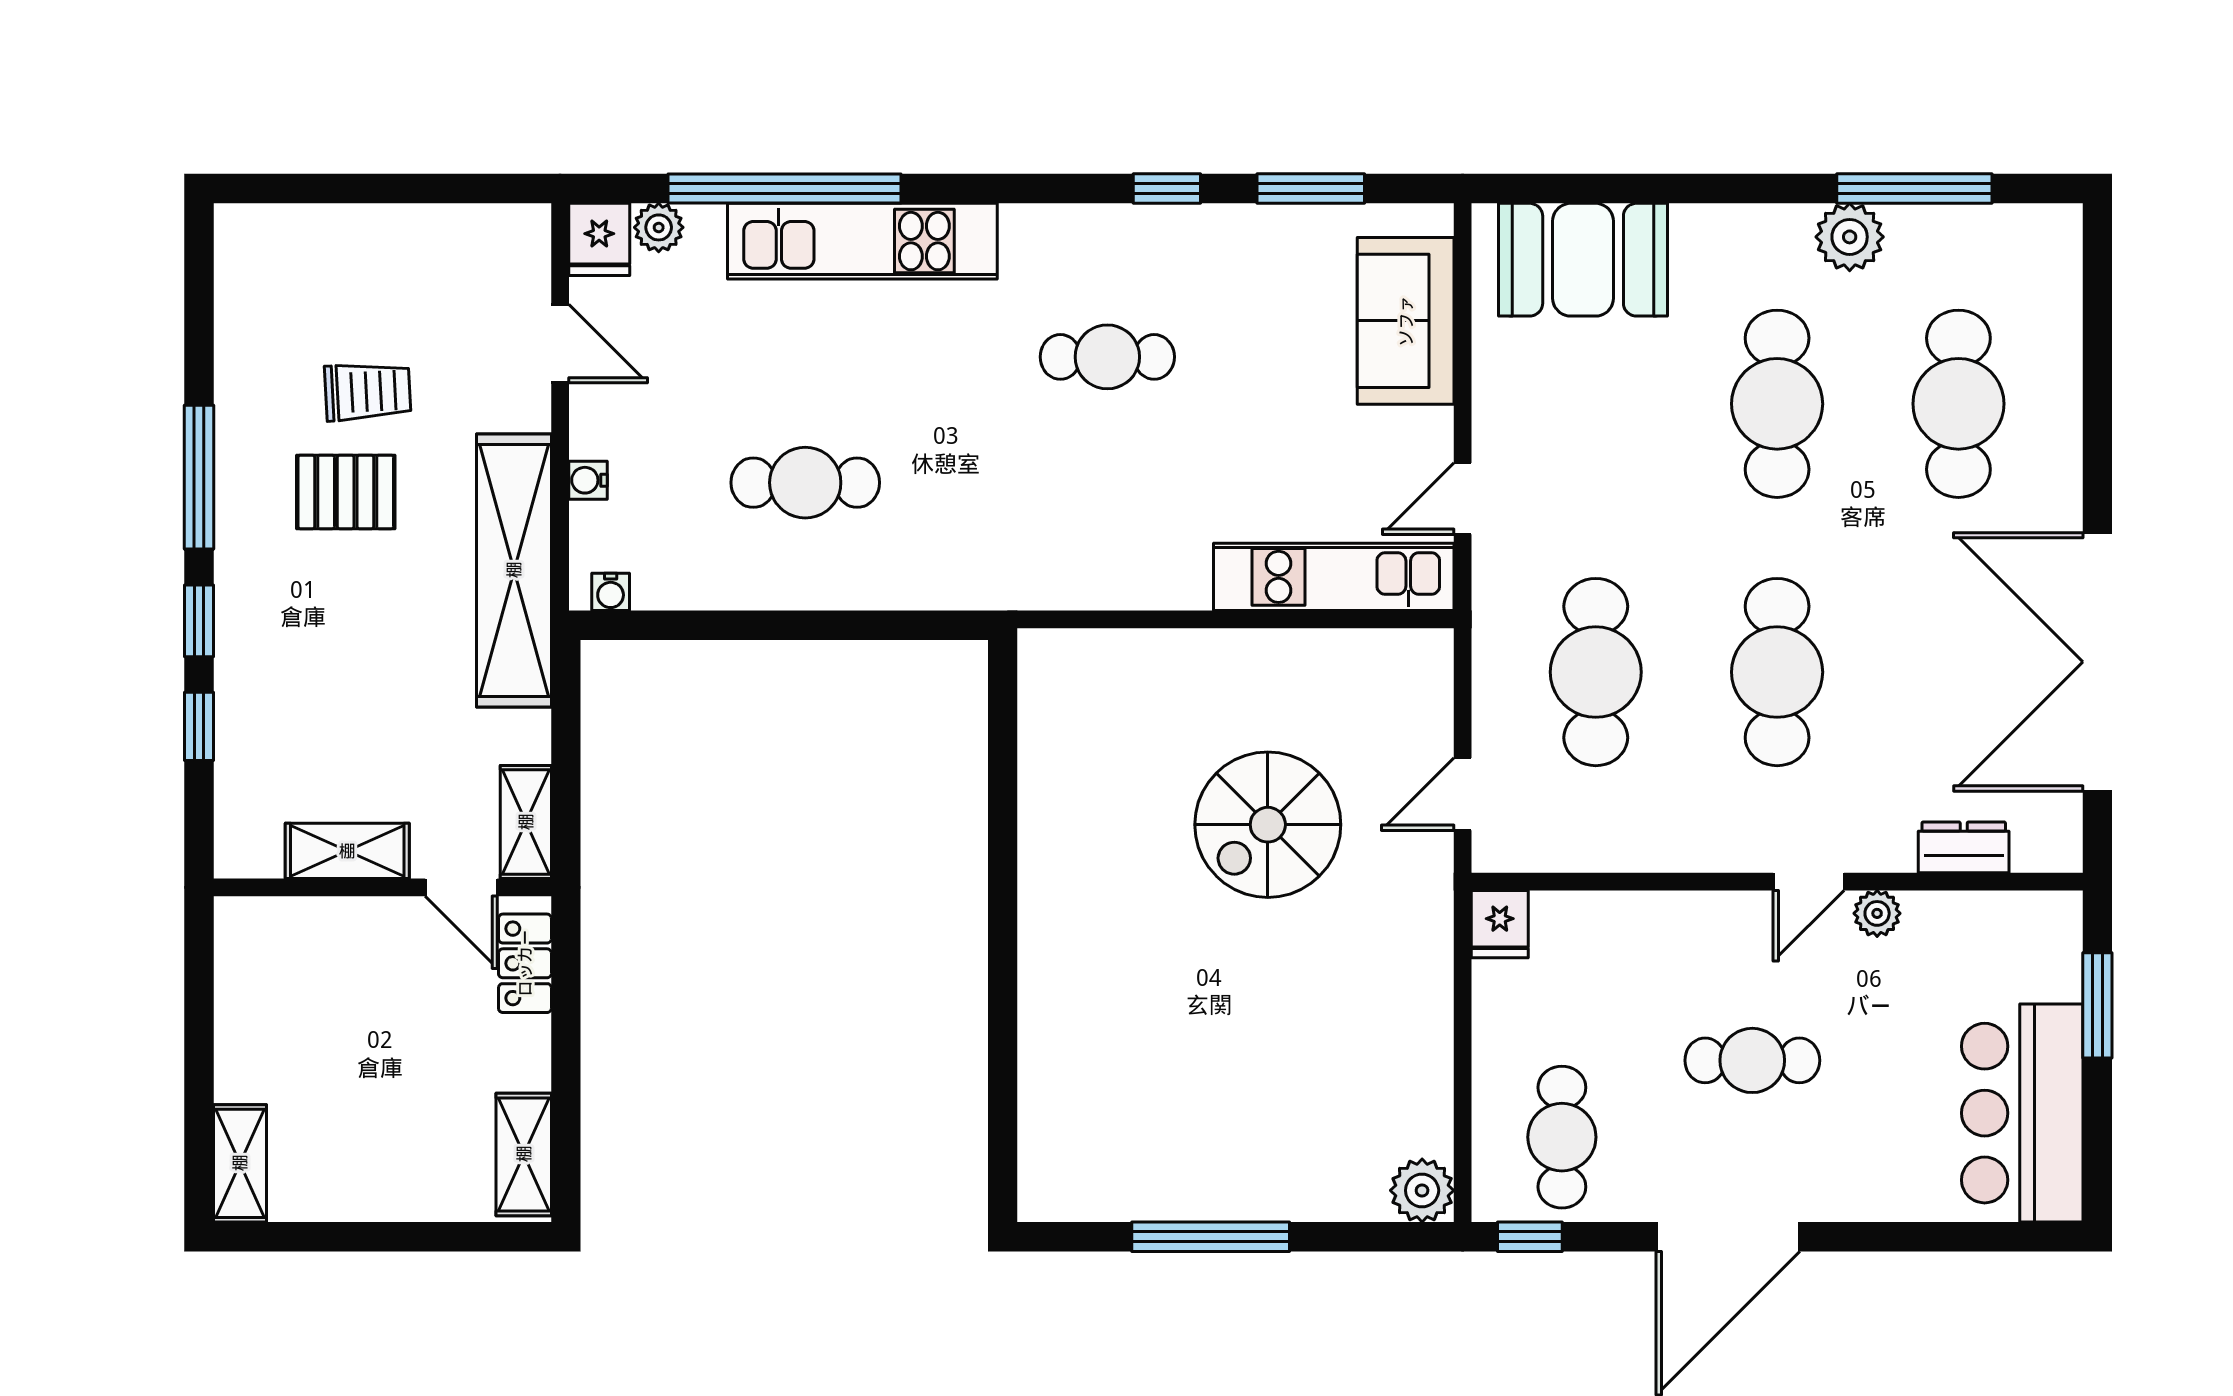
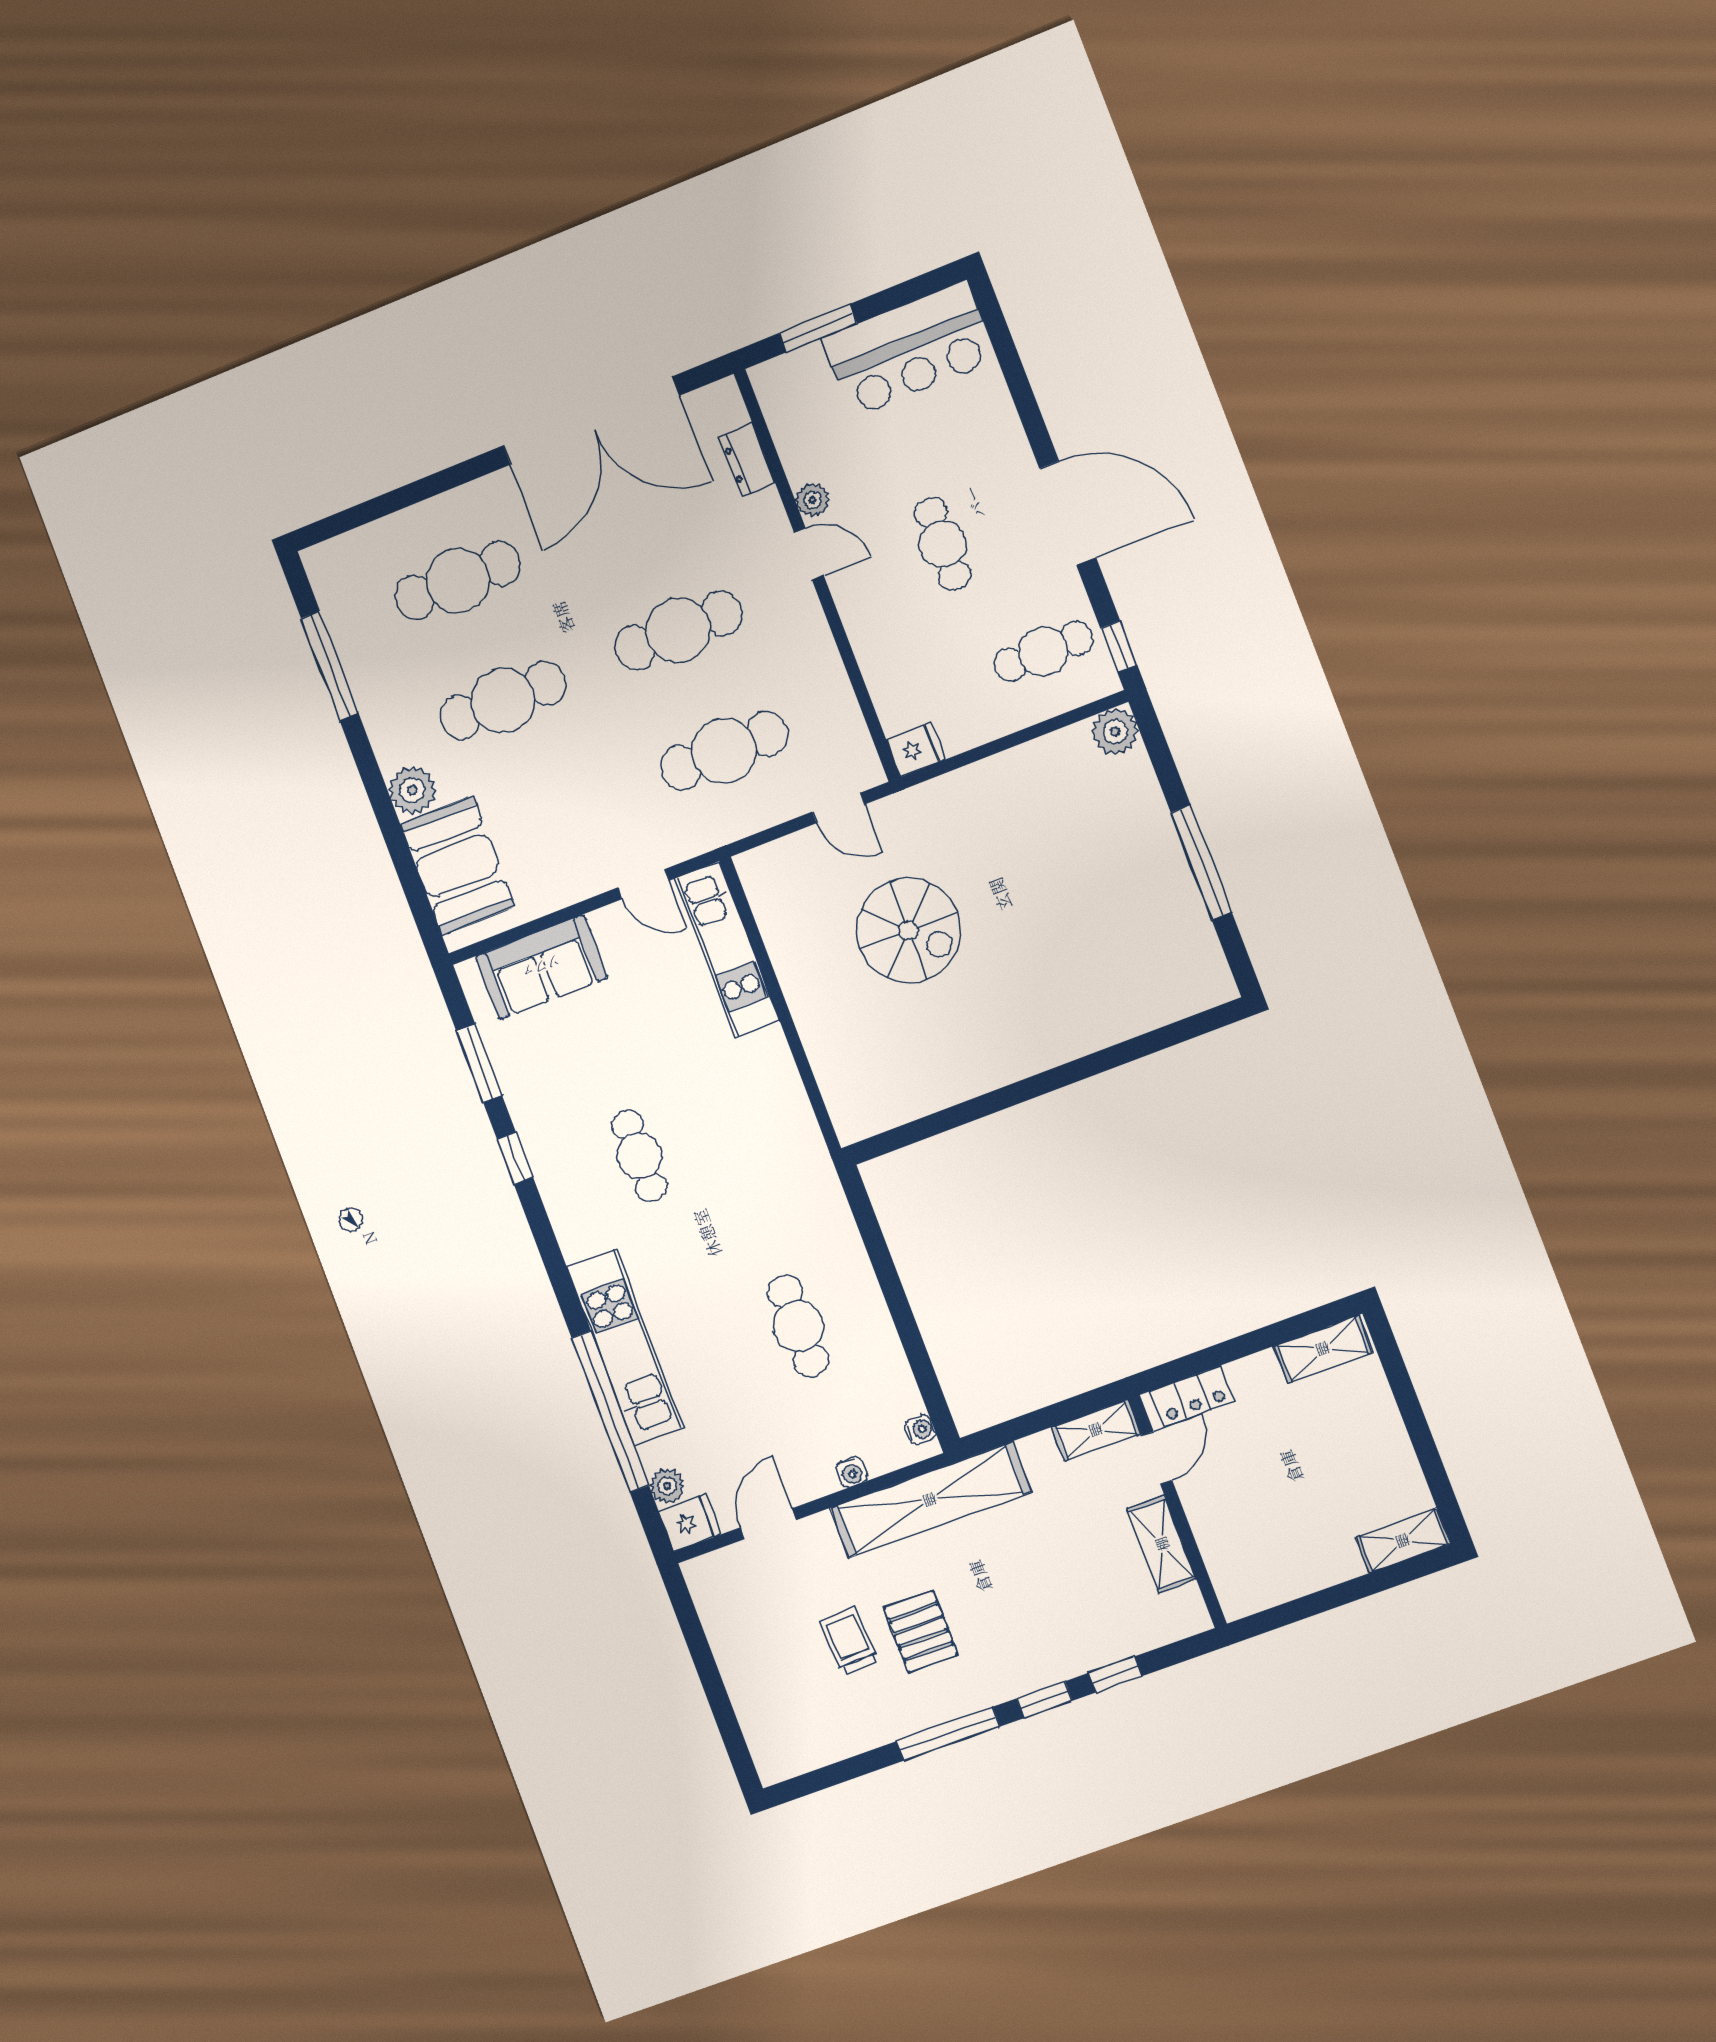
plant: (1850, 237) -> (412, 790), moved

